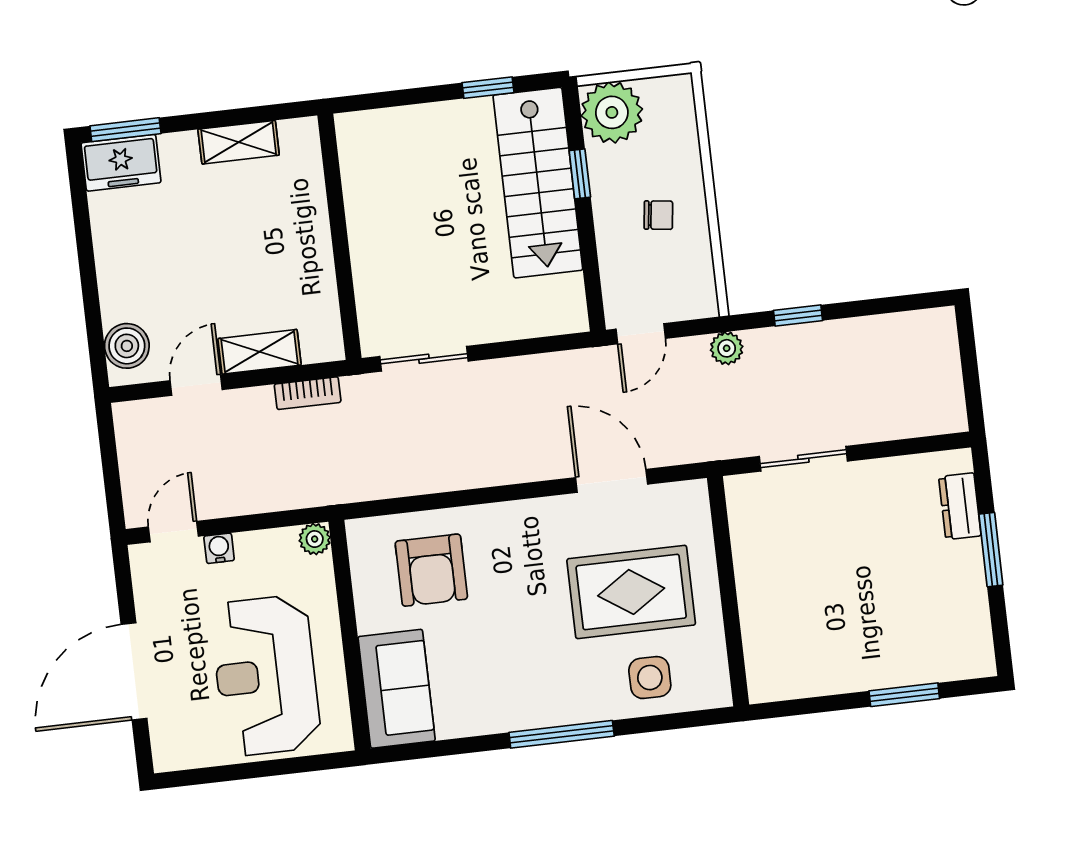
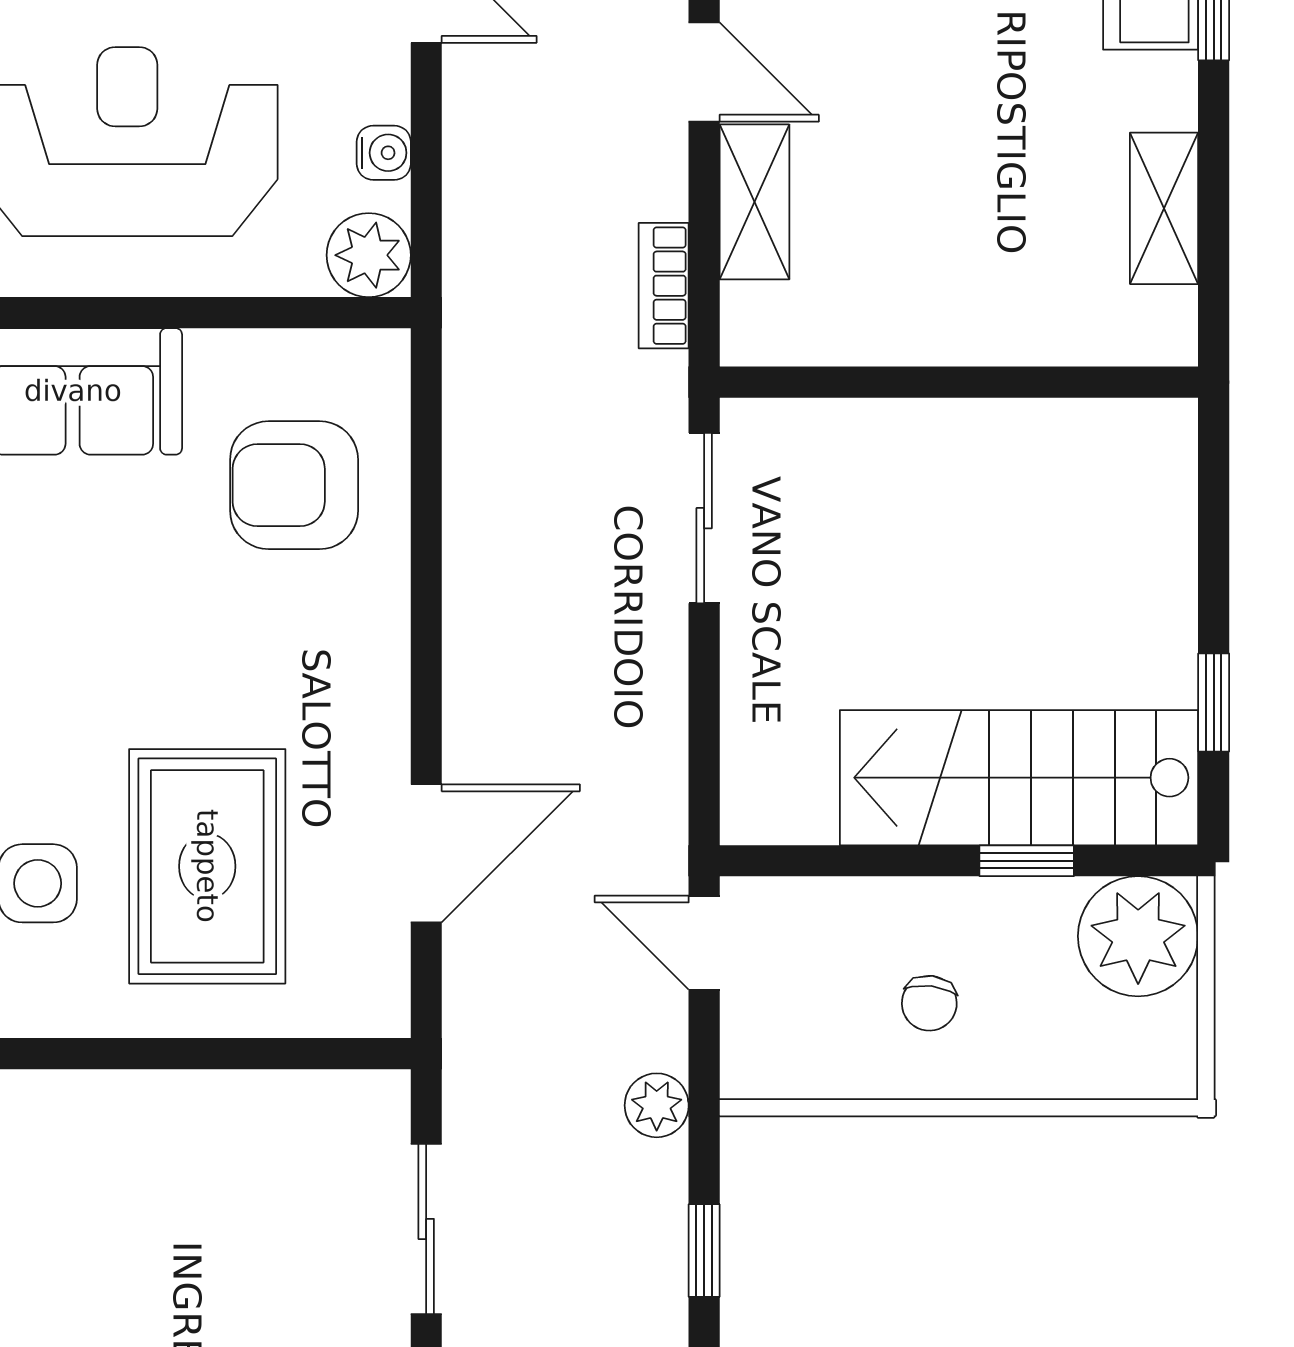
plant: (315, 539) -> (369, 255), width x1.38, depth x1.38
water cooler: (219, 548) -> (384, 153), moved

